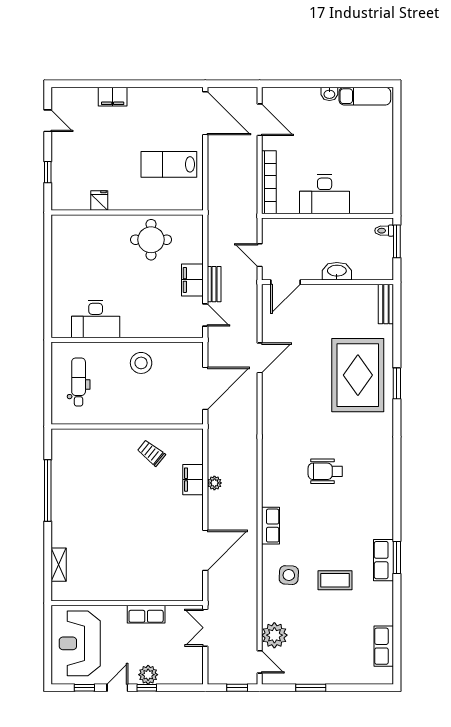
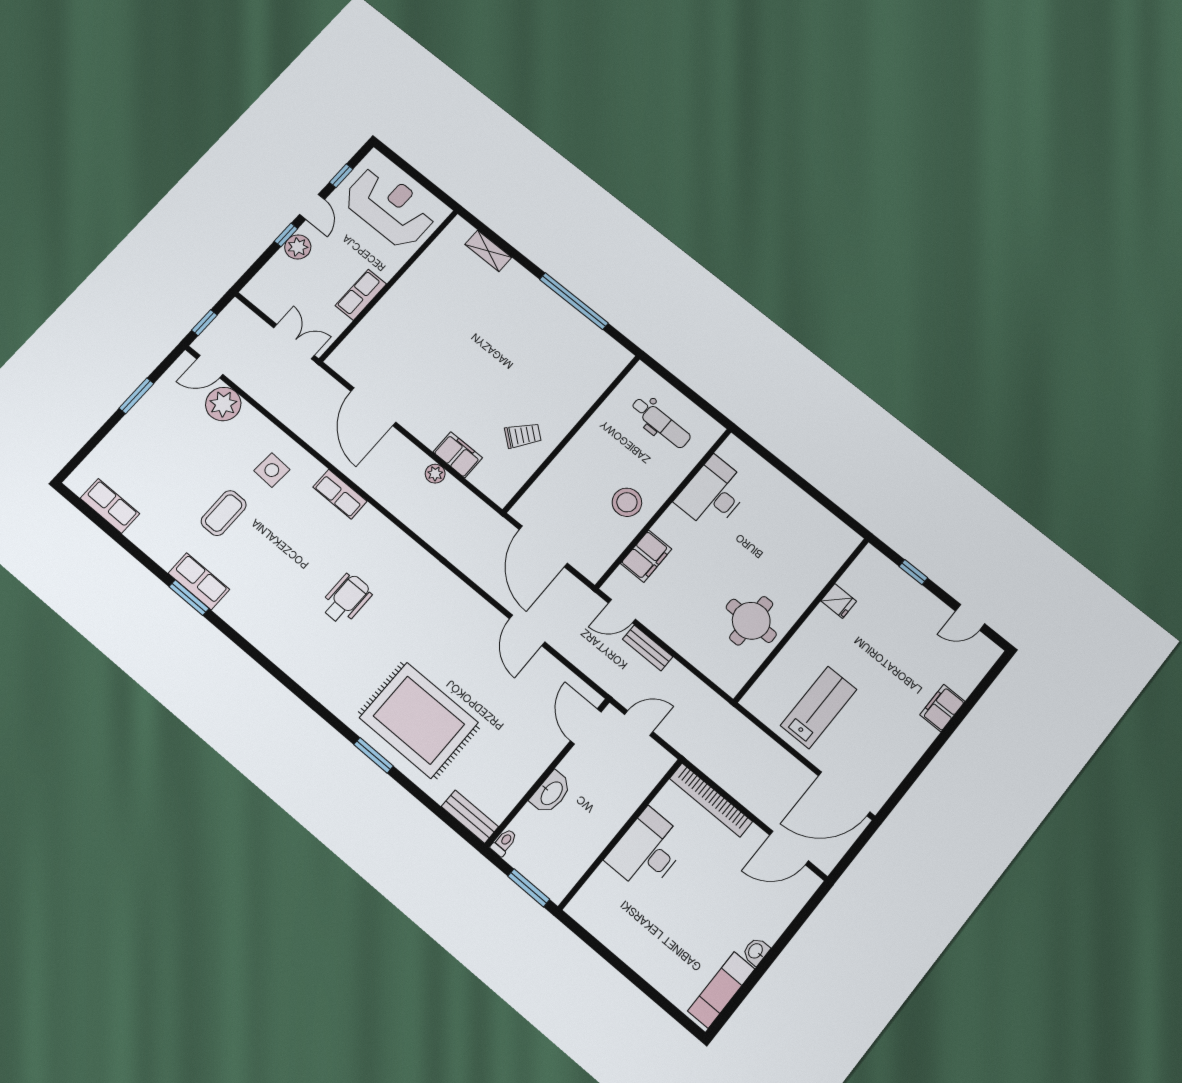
toilet: (384, 231) -> (504, 842), moved
filing cabinet: (192, 280) -> (646, 556), moved, turned 90

